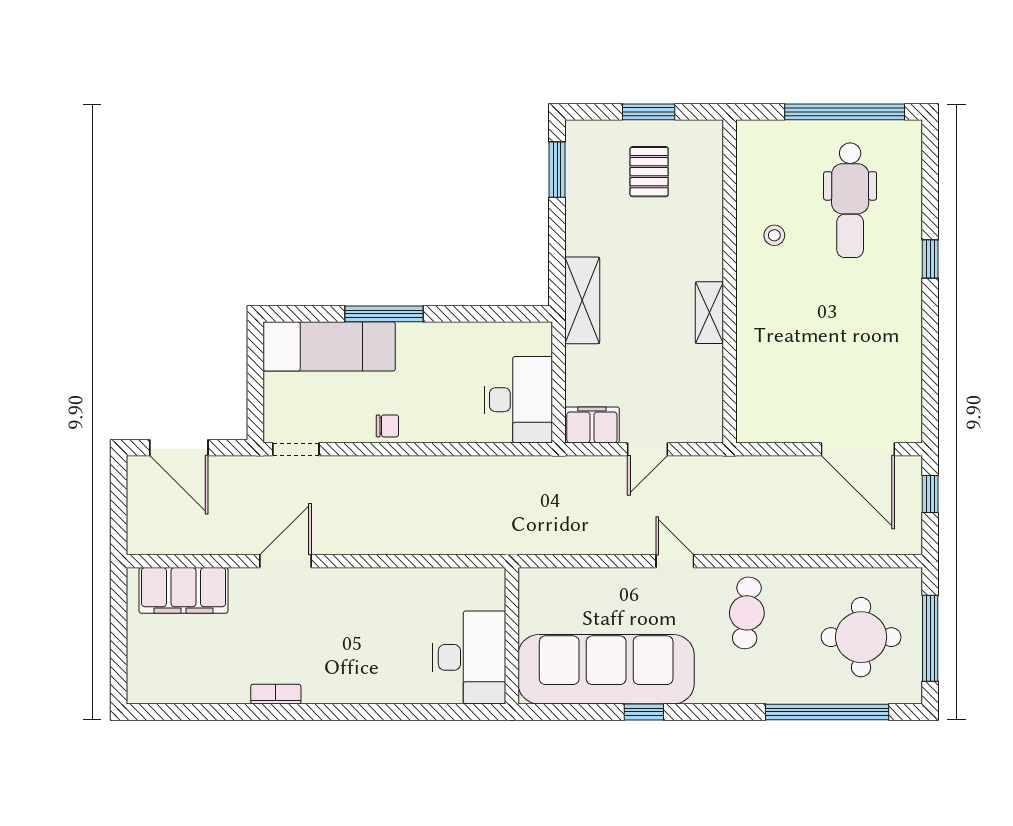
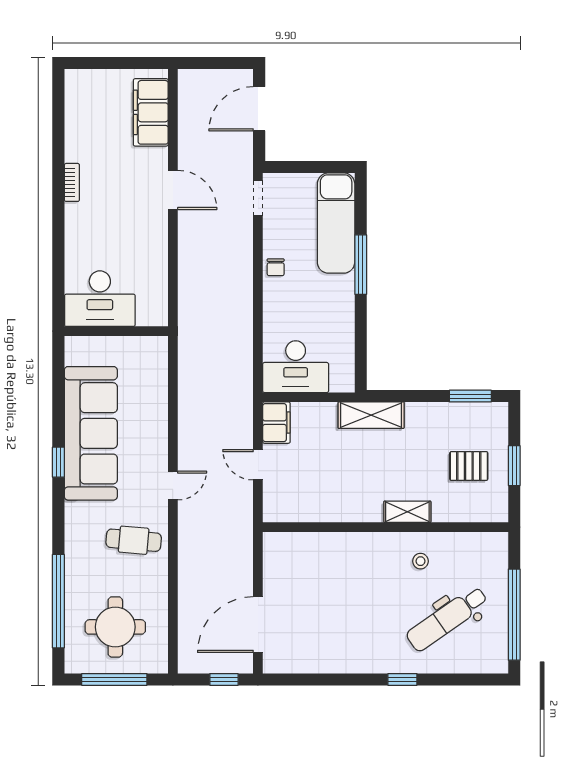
dental chair: (850, 200) -> (447, 619), turned -35
shelving: (709, 313) -> (407, 512), moved
wall: (512, 636) -> (116, 331), moved
desk: (469, 657) -> (100, 299), moved

